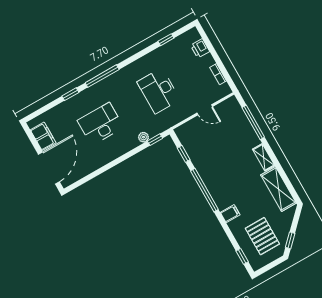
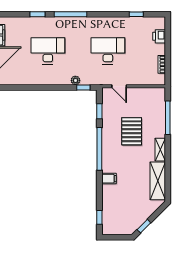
desk: (159, 91) -> (108, 51), turned 90
door: (205, 110) -> (119, 86), moved
pallet: (262, 236) -> (132, 131), moved

